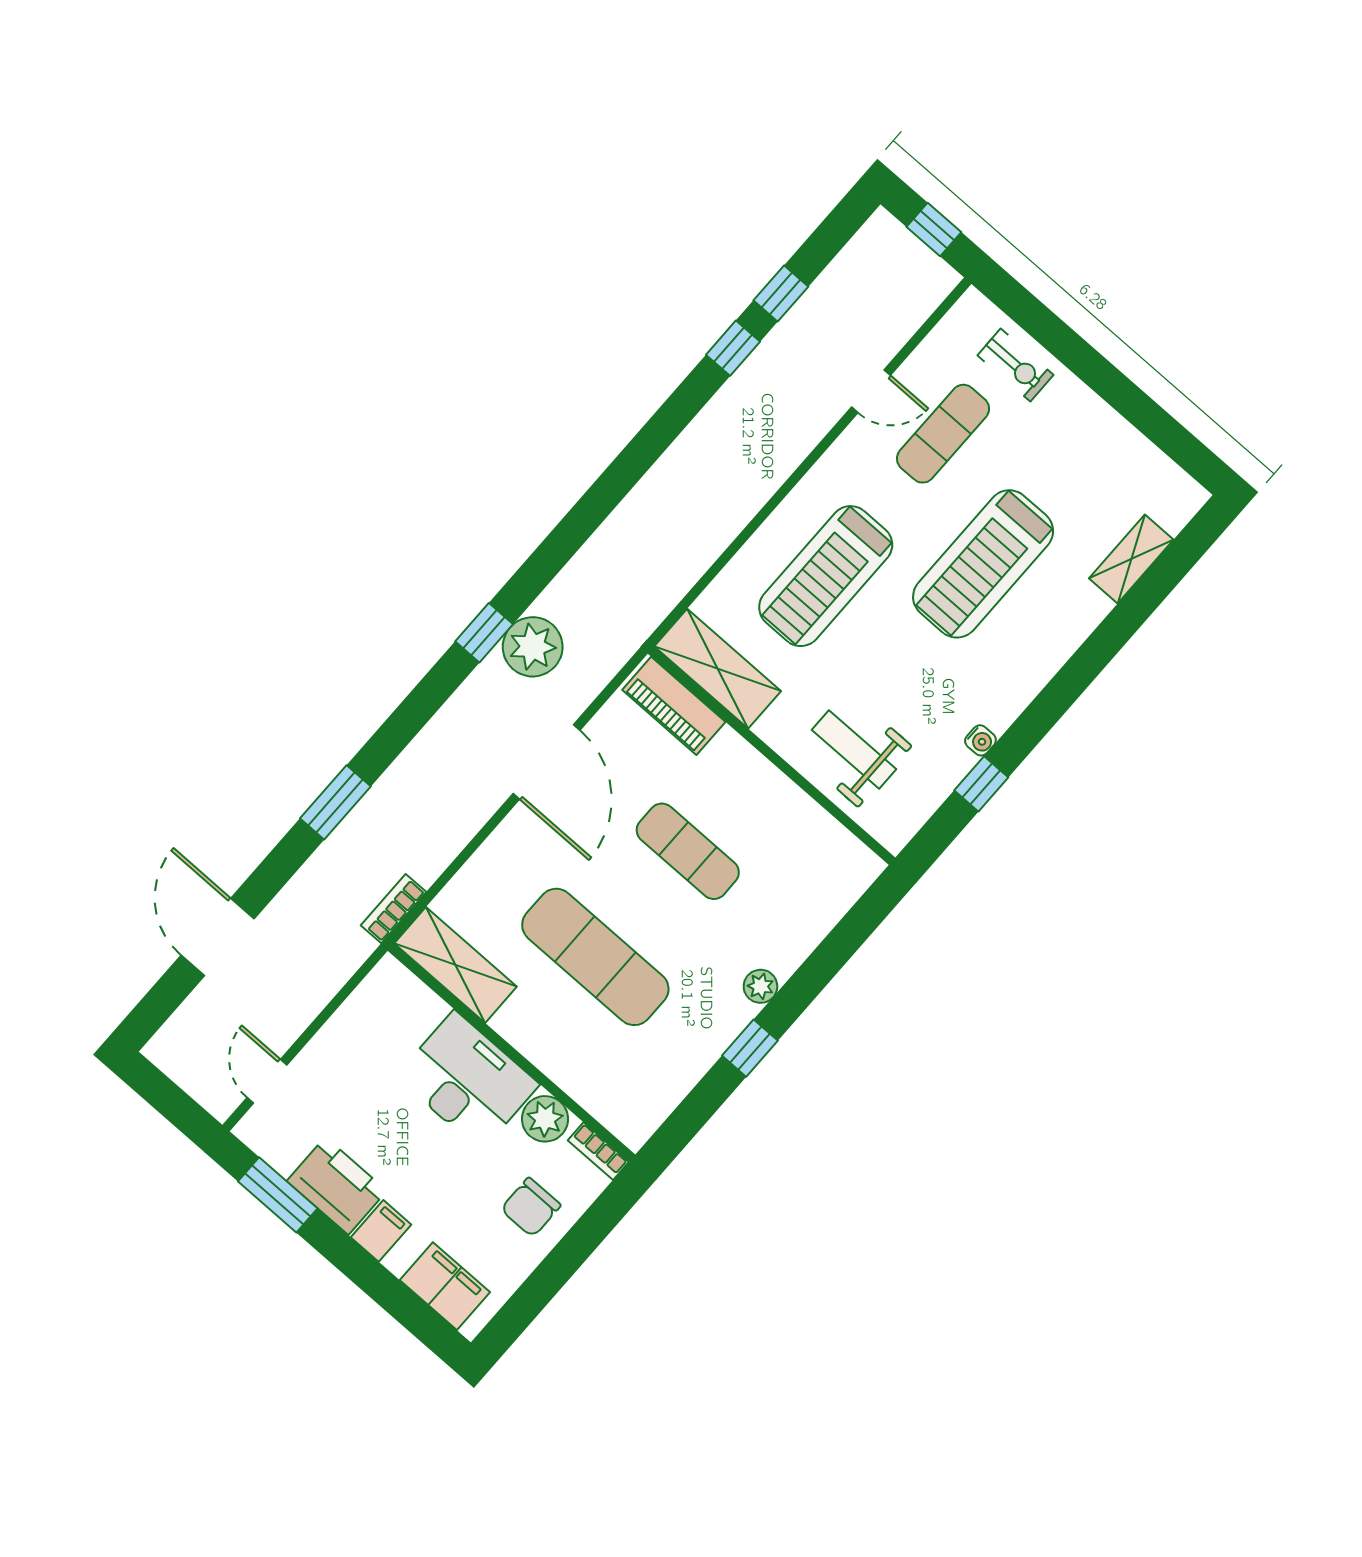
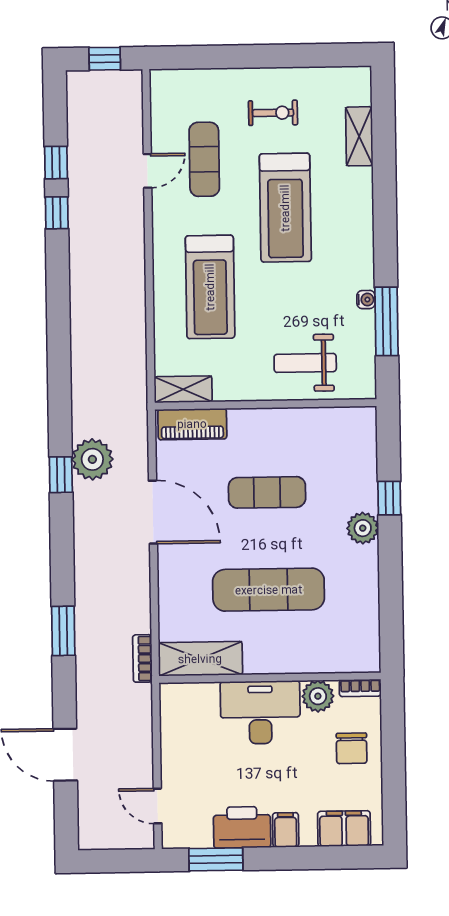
exercise bike: (1015, 365) -> (273, 113), moved
shelving: (718, 669) -> (183, 389), width x0.67, depth x0.75
window: (981, 784) -> (387, 321), width x2.17
plant: (760, 986) -> (363, 528), width x1.38, depth x1.38
window: (750, 1048) -> (389, 498), moved

